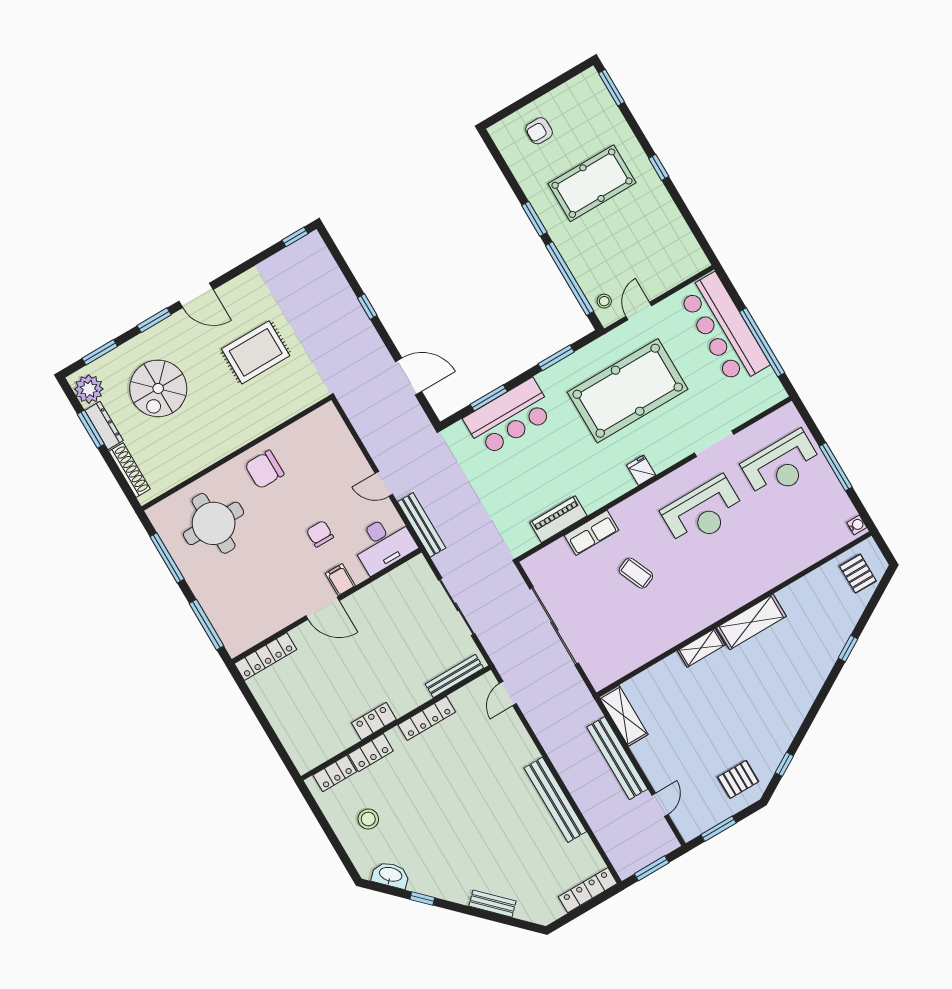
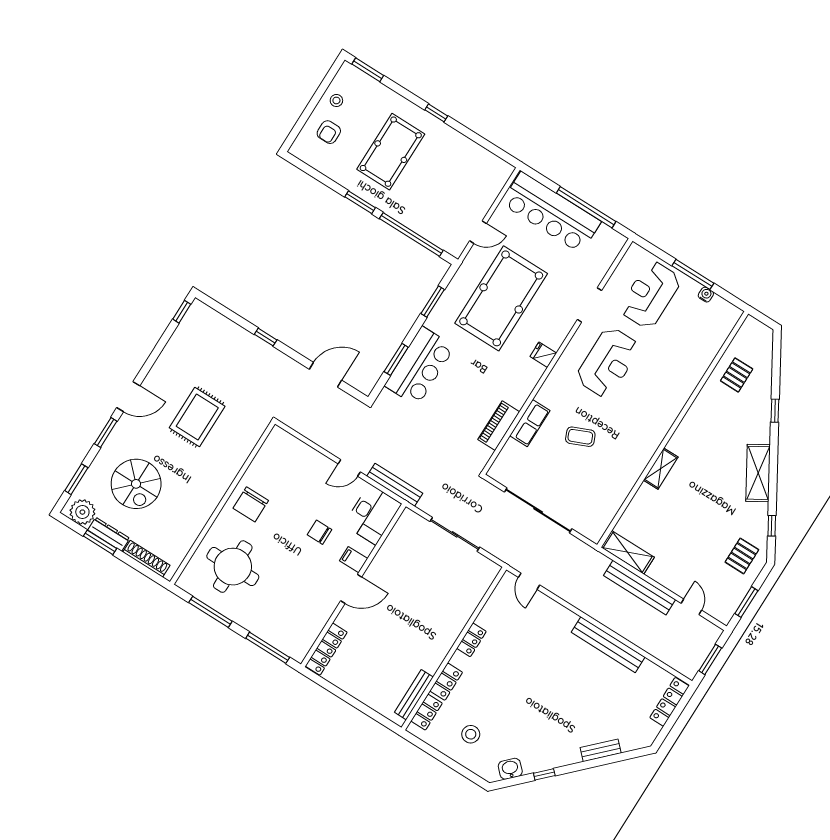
stool: (604, 301) -> (336, 100), moved
door: (639, 311) -> (478, 232), swing flipped
reception desk: (782, 465) -> (650, 295), turned 180
water cooler: (857, 525) -> (706, 295), moved
pallet: (858, 574) -> (737, 375), moved, turned 90
shelving: (751, 622) -> (758, 473), moved, turned -31
bench: (454, 676) -> (414, 695), moved
locker: (427, 718) -> (471, 640), width x0.66
locker: (374, 721) -> (436, 656), removed
washbasin: (390, 875) -> (510, 769), width x0.72

